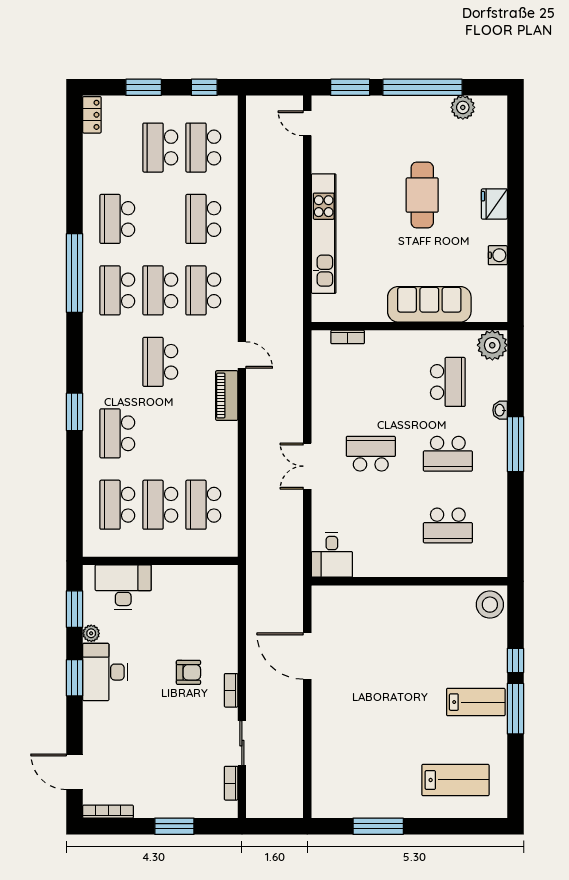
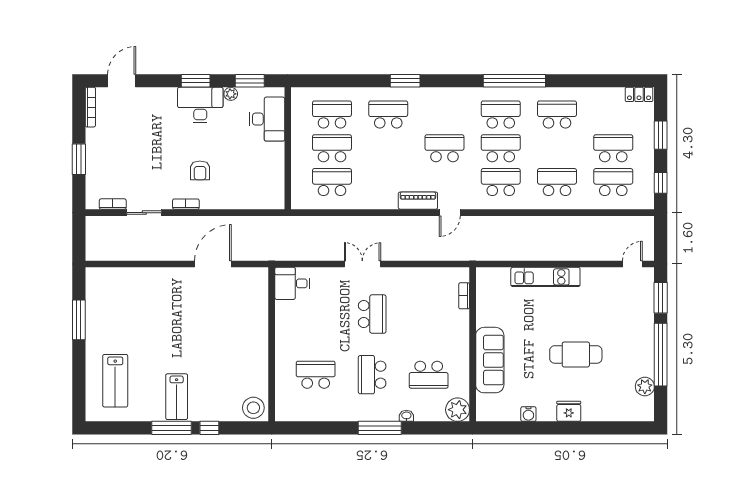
kitchen unit: (324, 234) -> (545, 277), width x0.73
school desk: (448, 525) -> (316, 375), turned 90

